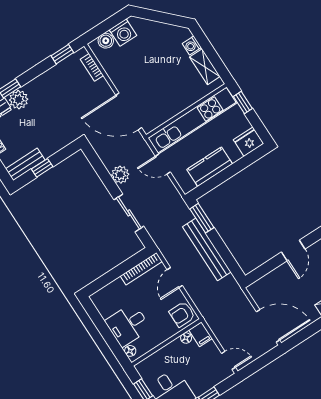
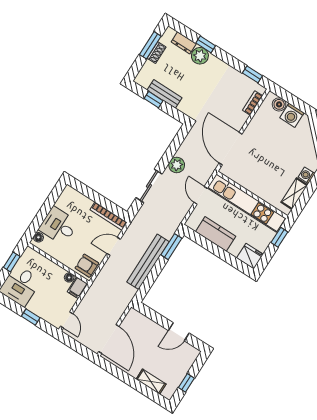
bench: (25, 164) -> (165, 94), moved

